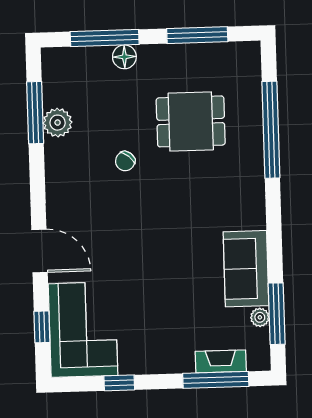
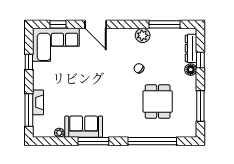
window: (105, 38) -> (200, 60), width x0.46
dresser: (82, 57) -> (191, 48), added
plant: (58, 123) -> (143, 35), moved
door: (40, 251) -> (96, 24), hinge flipped
window: (277, 314) -> (93, 141), moved
fireplace: (221, 361) -> (38, 102), moved

